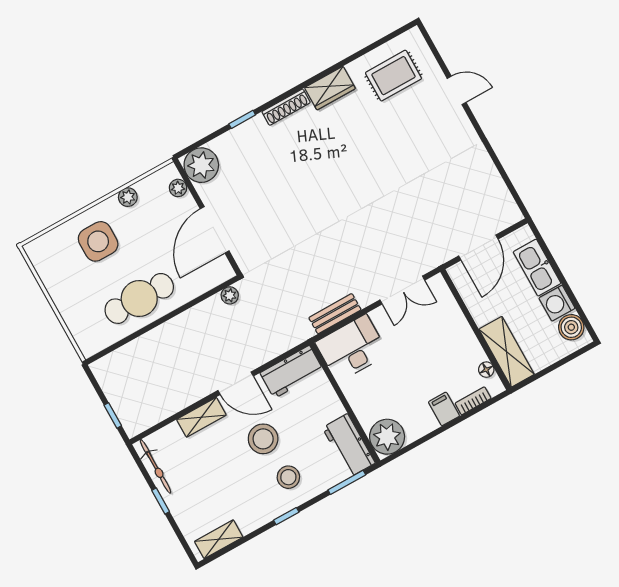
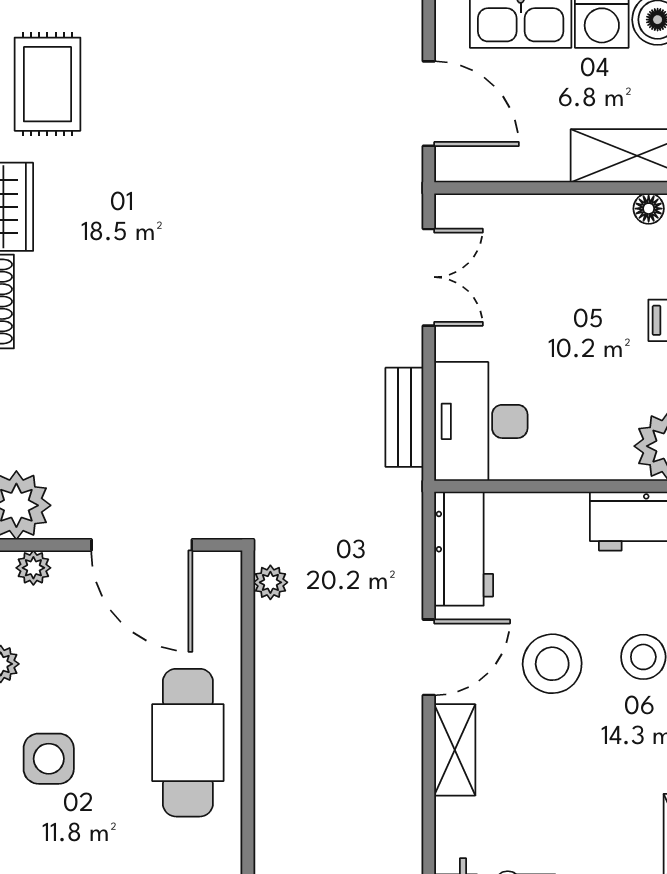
side table: (98, 241) -> (49, 759), width x0.73, depth x0.73

